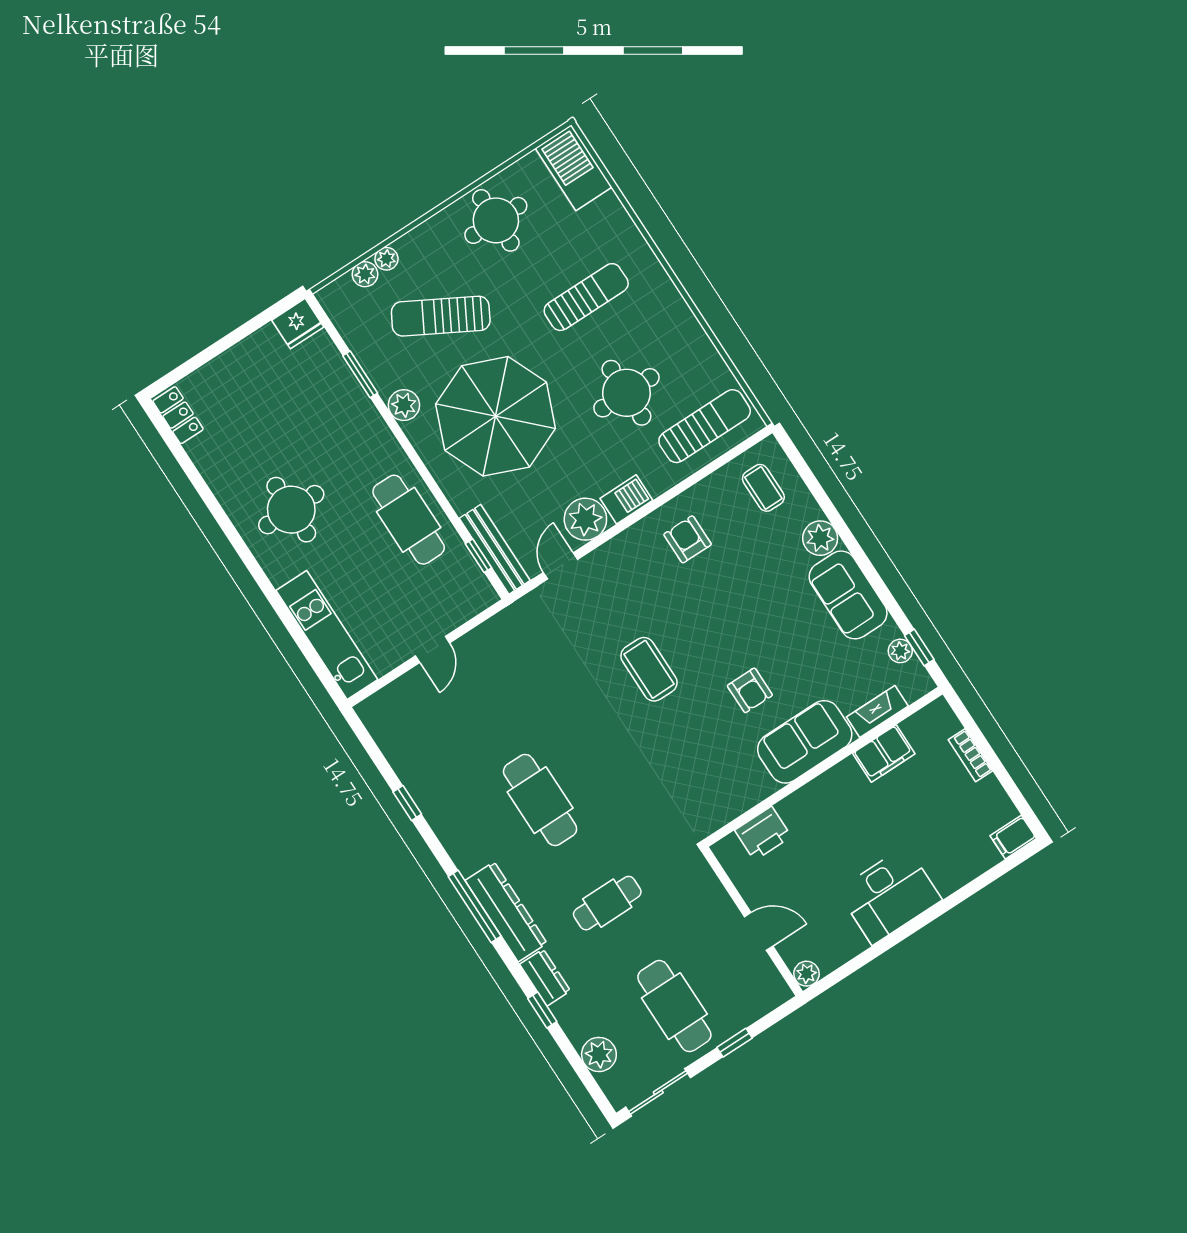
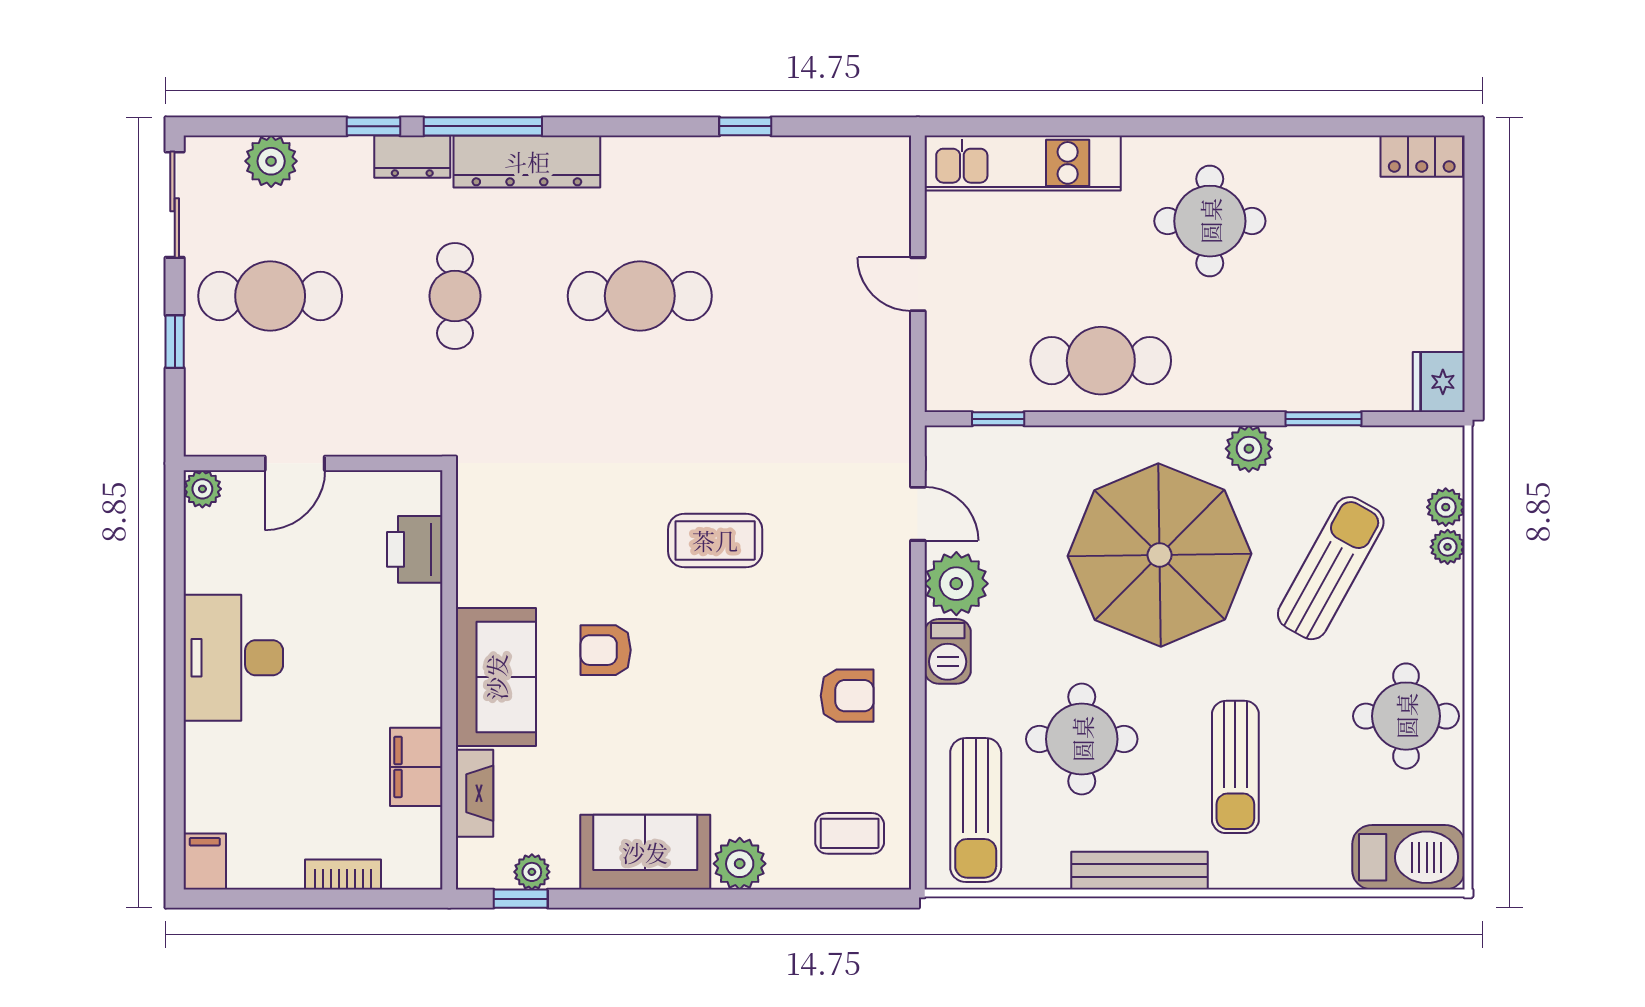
bench: (495, 549) -> (1139, 871), moved
window: (475, 906) -> (483, 126), moved

